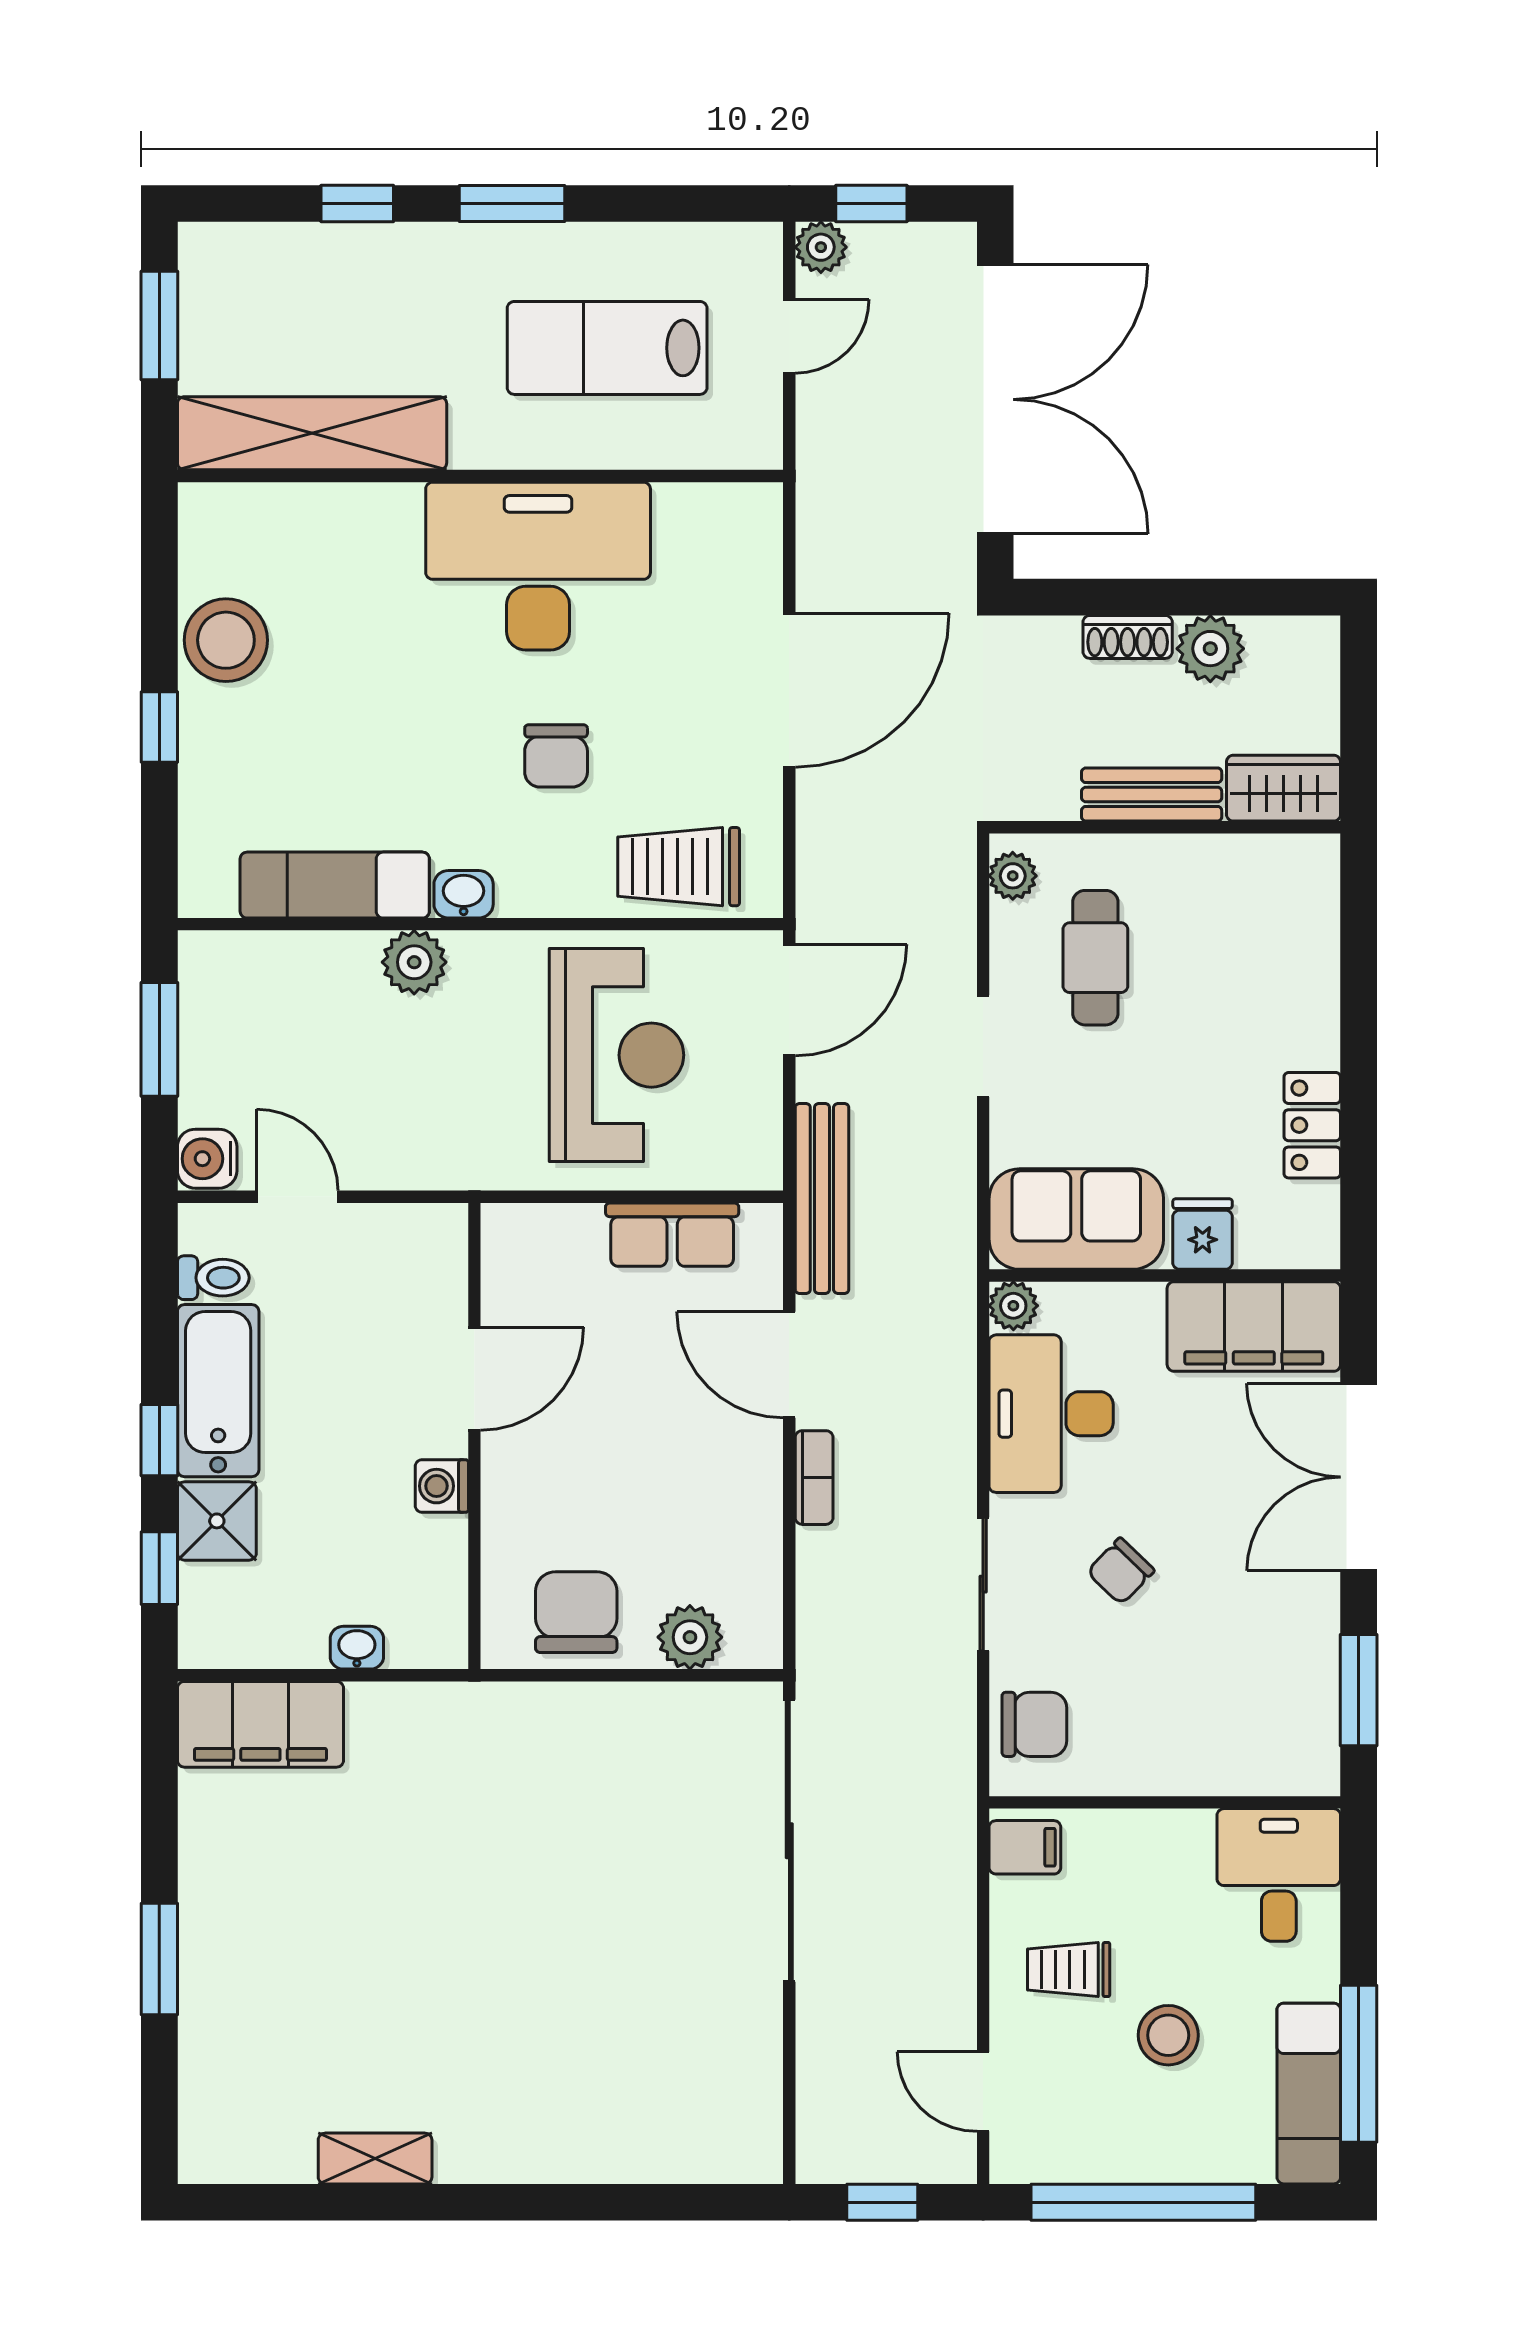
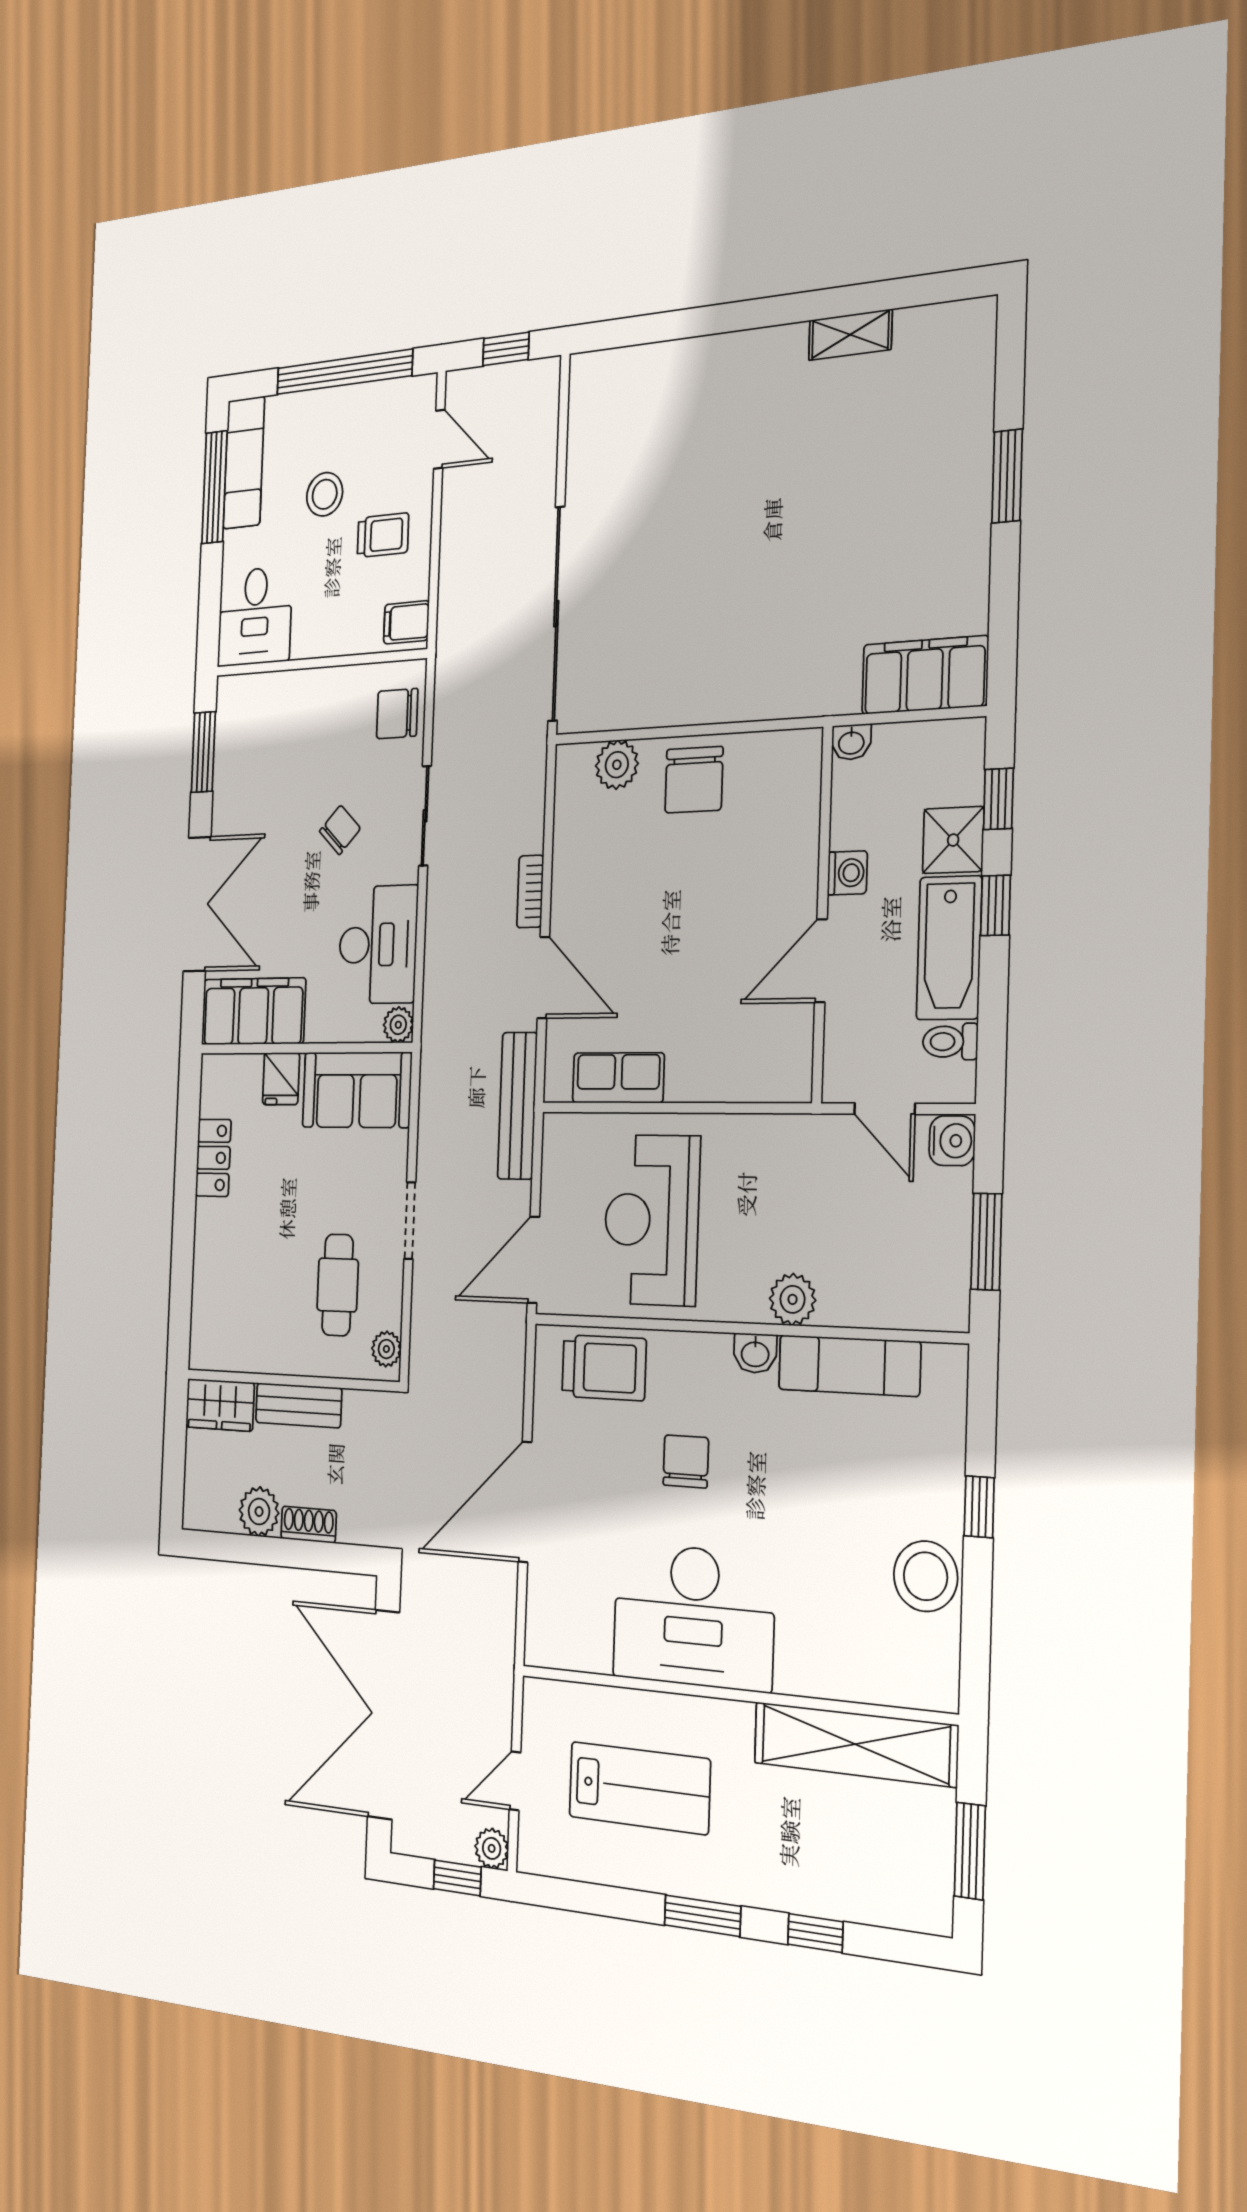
door: (474, 1379) -> (821, 961), moved
wall: (474, 1436) -> (822, 914), moved
washing machine: (442, 1486) -> (847, 873), moved

